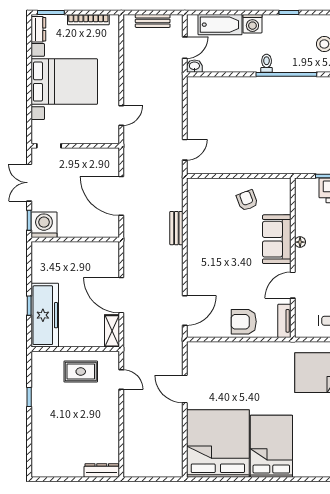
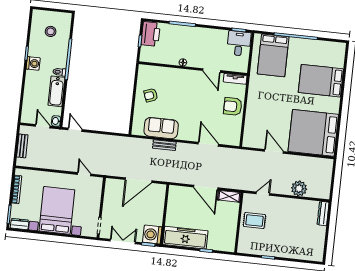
washing machine: (252, 24) -> (33, 63), moved
bathtub: (220, 25) -> (56, 91), moved, turned 180
door: (185, 150) -> (75, 130), moved
double door: (29, 183) -> (123, 242), swing flipped
sofa: (277, 239) -> (161, 128), moved, turned 180
door: (121, 295) -> (206, 187), hinge flipped
door: (185, 310) -> (208, 144), moved
freezer: (45, 315) -> (185, 238), moved
armchair: (244, 322) -> (233, 106), turned 90
rug: (81, 372) -> (254, 220), turned 90
door: (185, 389) -> (274, 151), swing flipped
plant: (135, 432) -> (299, 188), added
bed: (271, 446) -> (321, 81), moved

